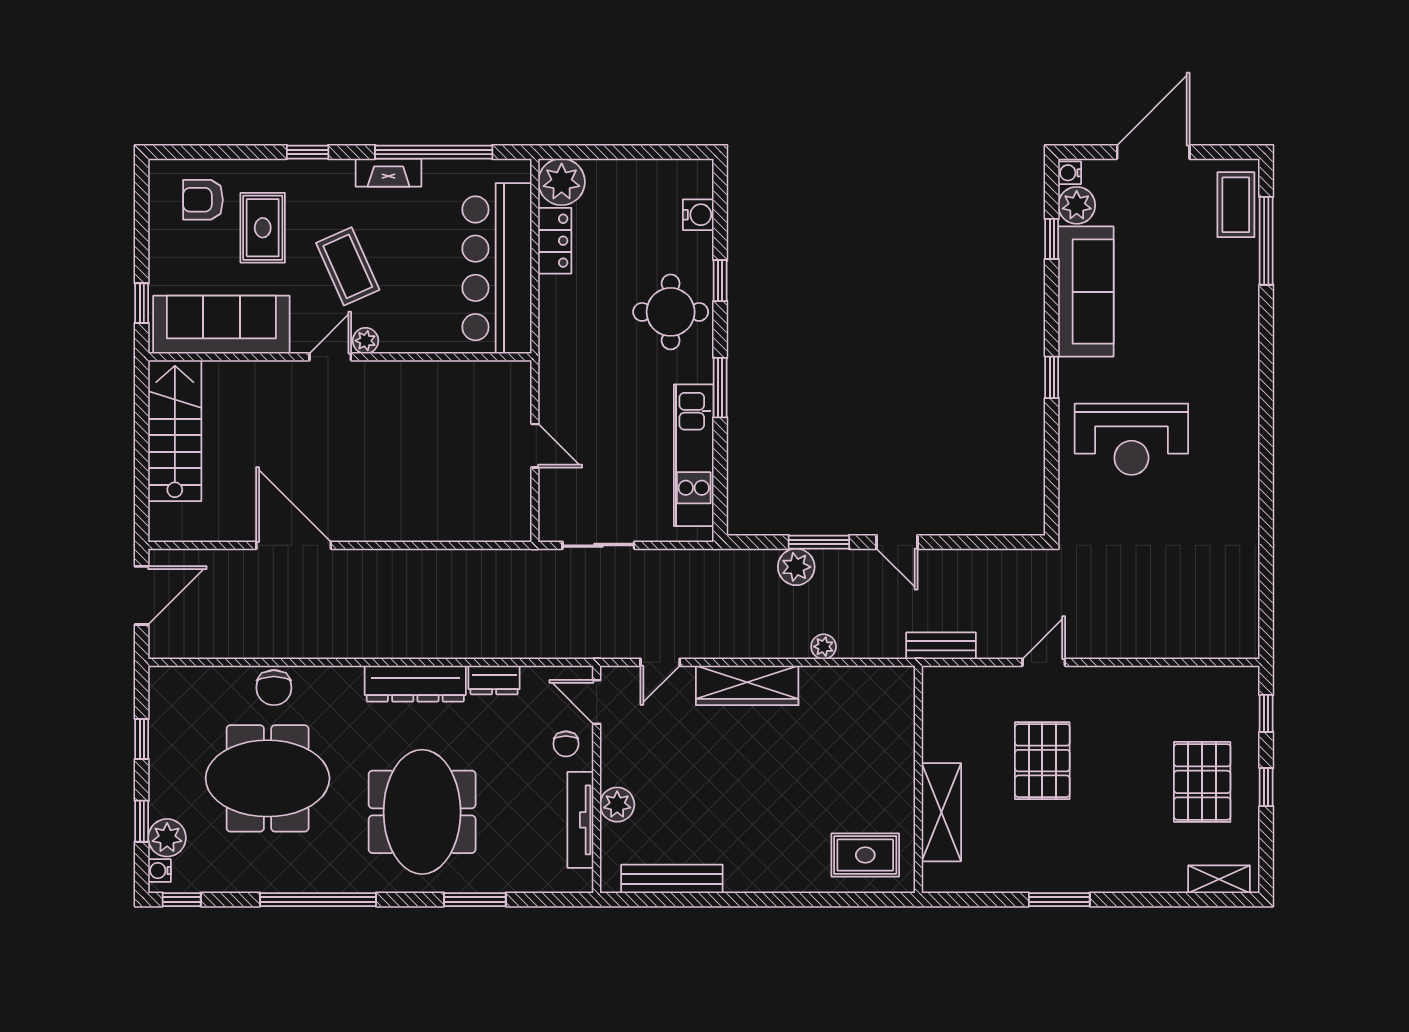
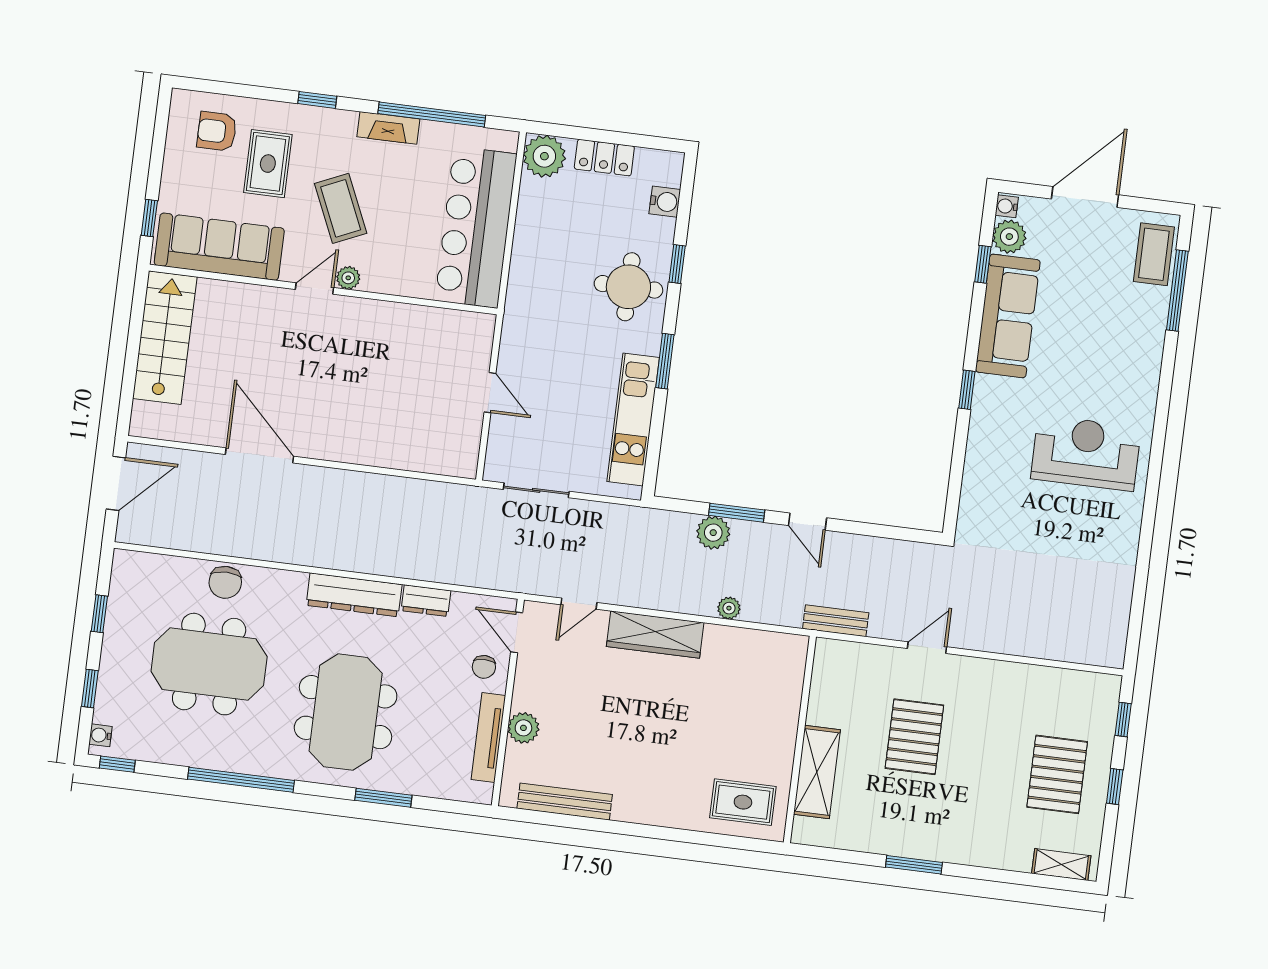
locker: (555, 241) -> (604, 158), moved, turned 90
reception desk: (1131, 439) -> (1086, 453), moved, turned 180
plant: (167, 838) -> (111, 706), removed

